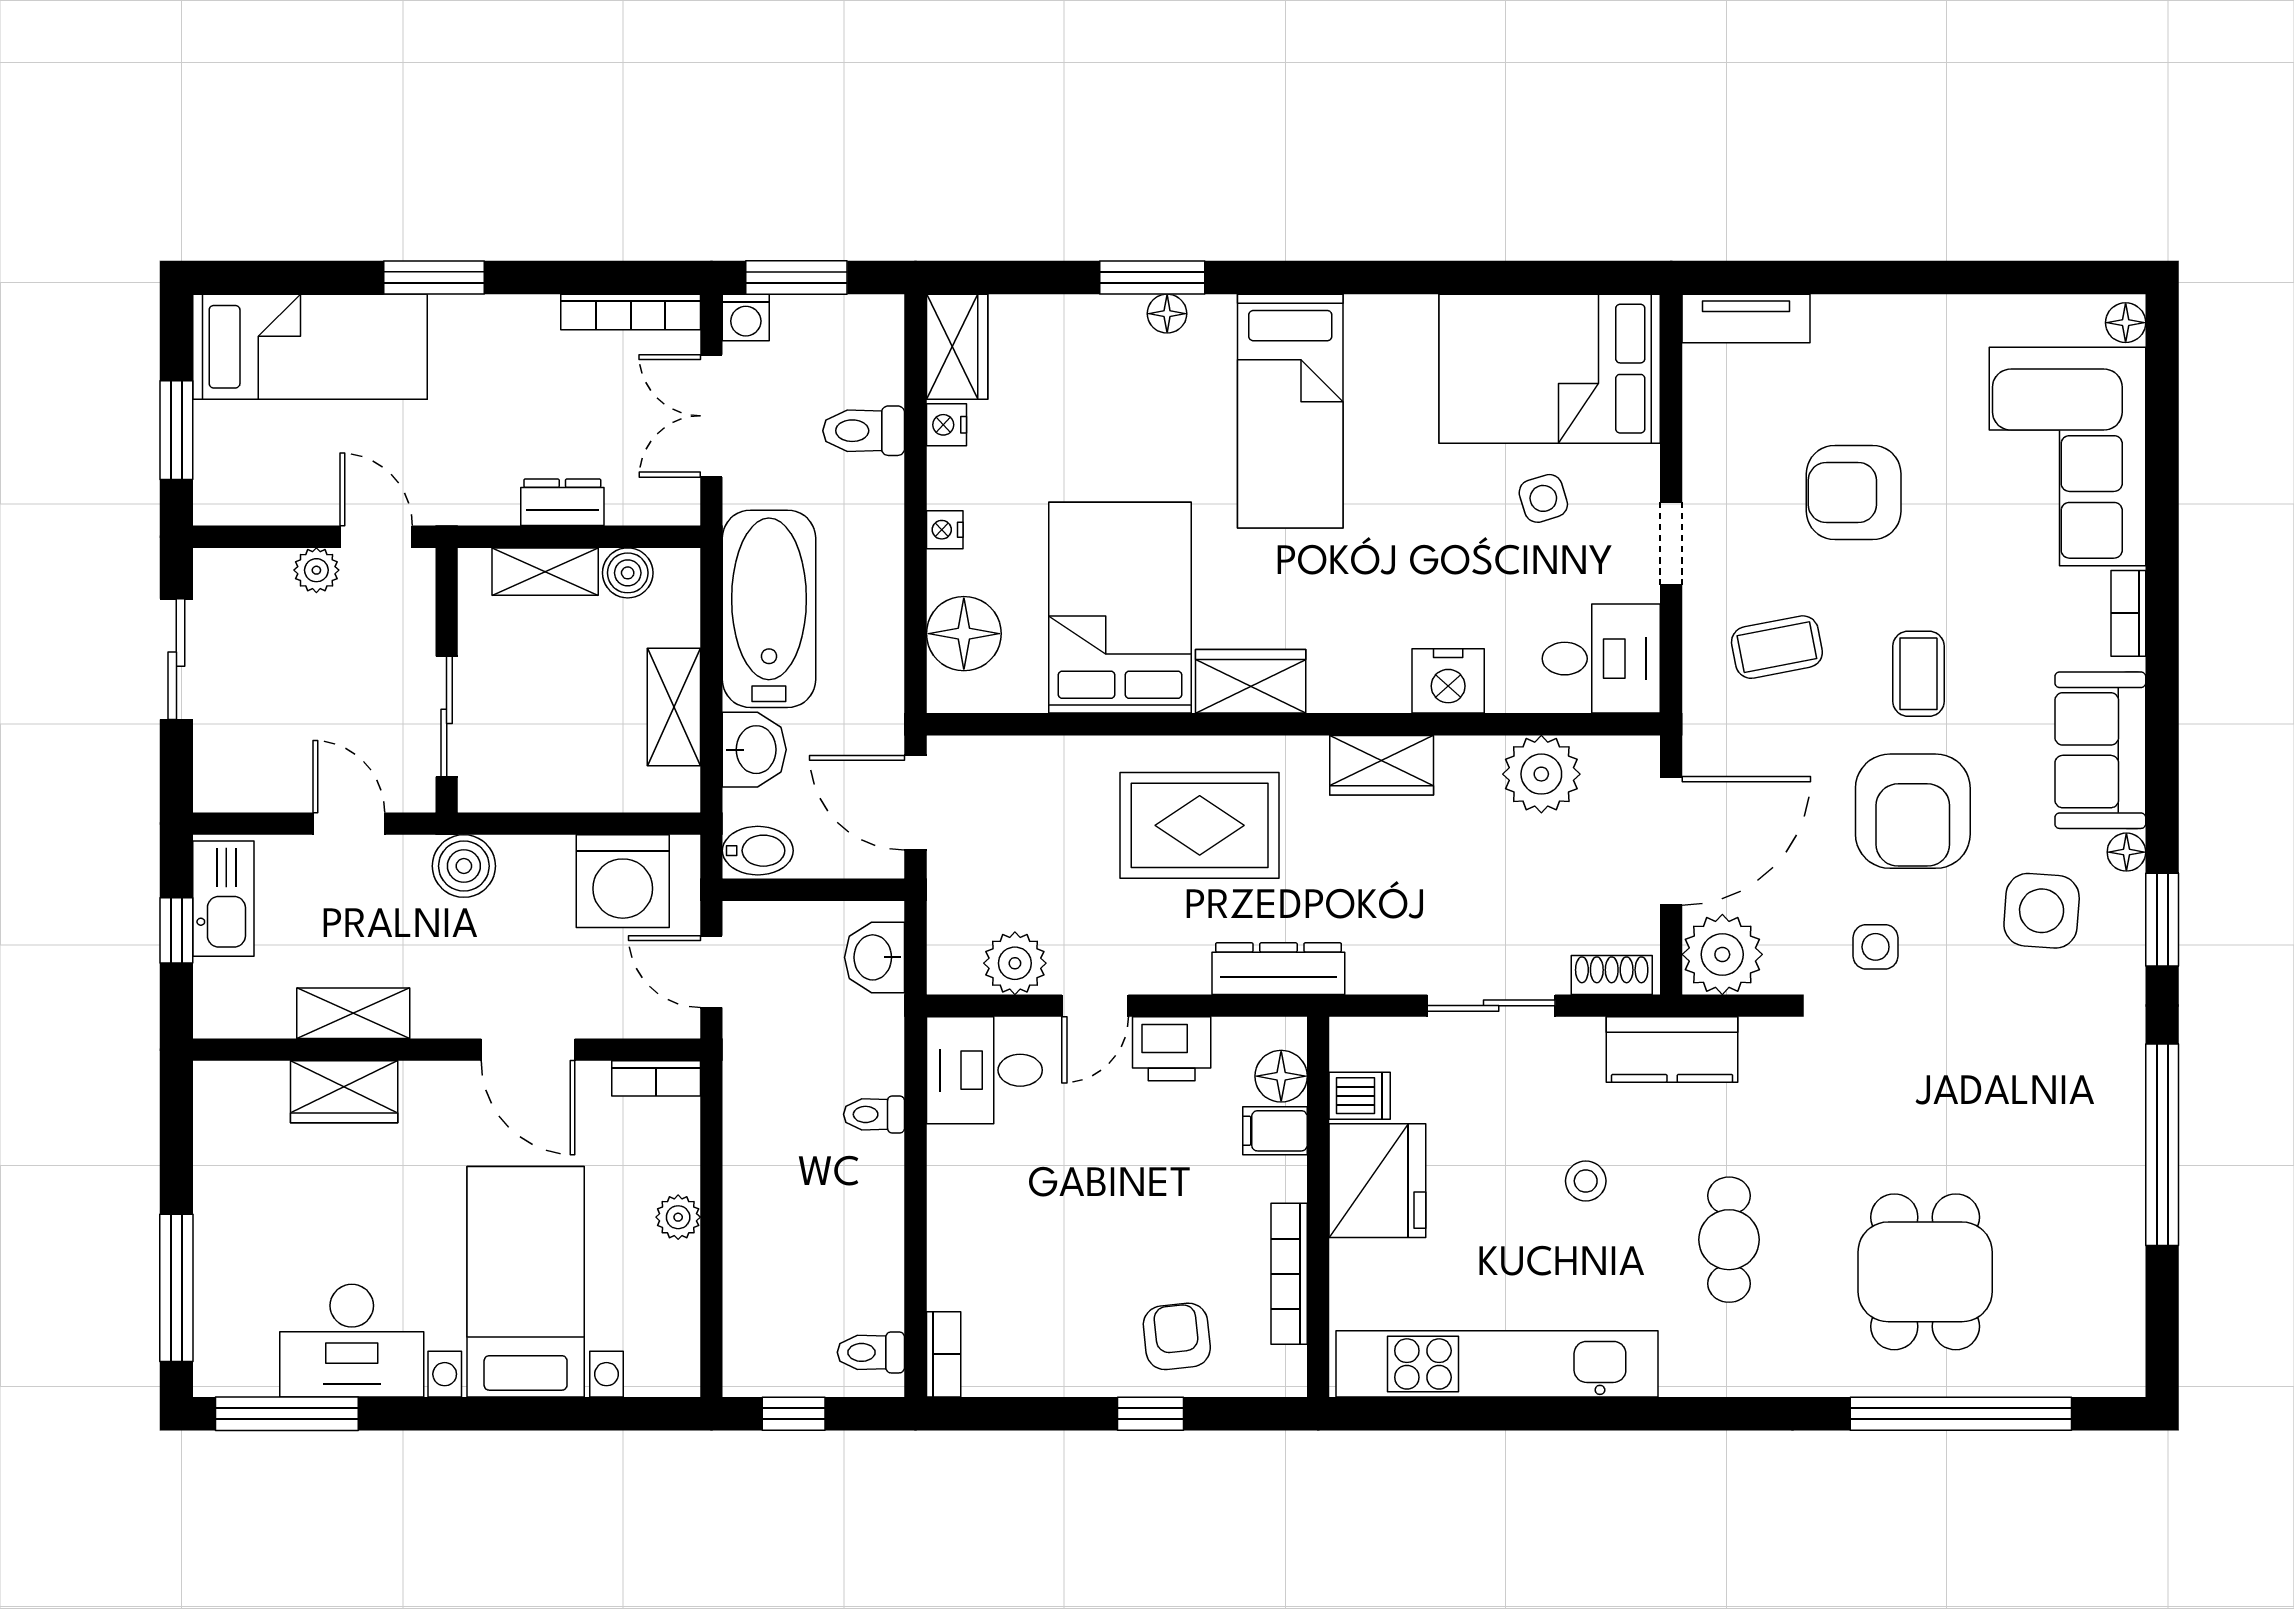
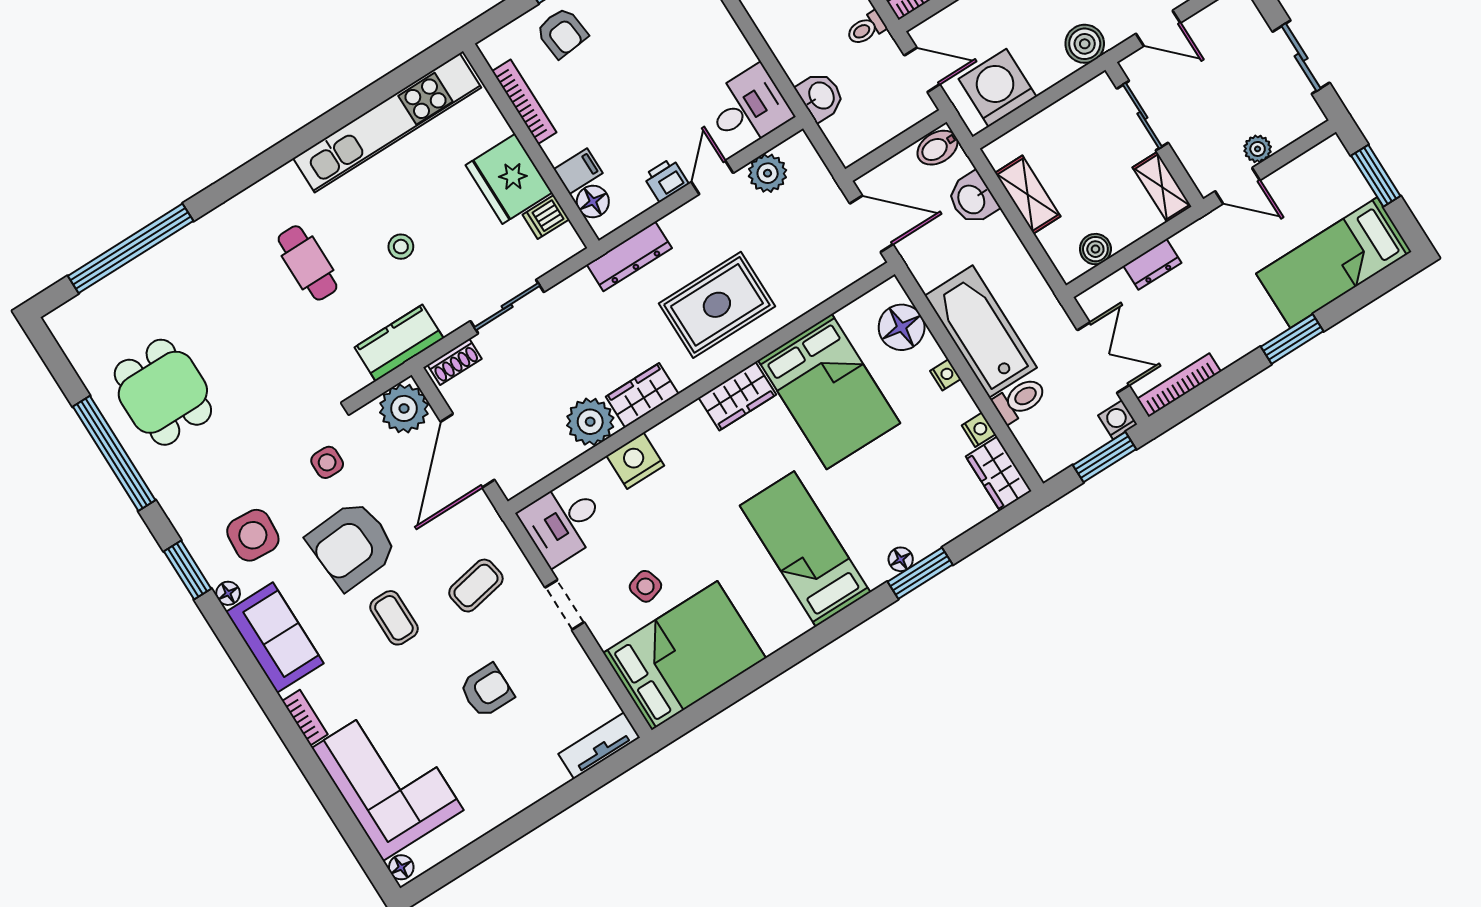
armchair: (1854, 493) -> (487, 691), width x0.72, depth x0.72
shelving: (545, 572) -> (1162, 187), moved, turned 90
bathtub: (769, 609) -> (981, 332), moved, turned 180
plant: (1541, 774) -> (590, 422), moved
armchair: (1913, 811) -> (352, 545), turned -94
washbasin: (875, 957) -> (821, 96), moved
printer: (1172, 1049) -> (666, 180), width x0.73, depth x0.81
toilet: (874, 1114) -> (866, 29), moved, turned 180
dining table: (1925, 1272) -> (163, 392), moved

